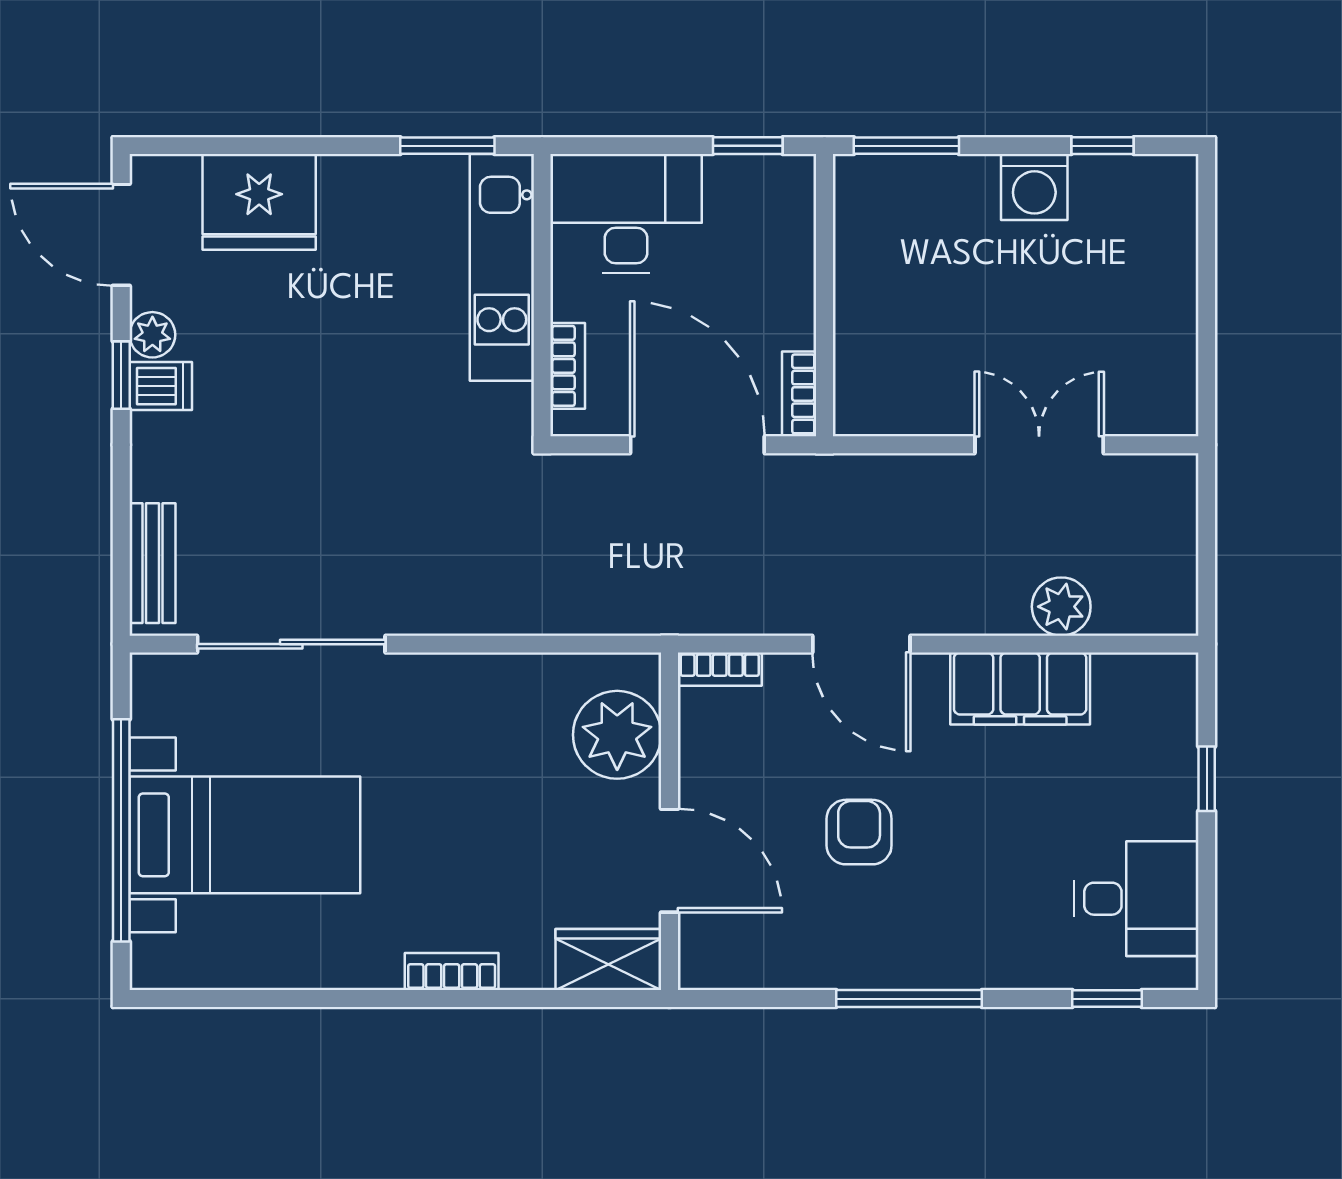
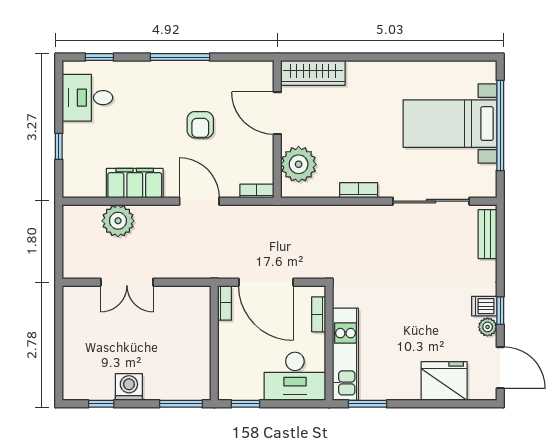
plant: (1061, 607) -> (118, 221), width x1.36, depth x1.36
wardrobe: (608, 960) -> (313, 73), width x1.50
bookcase: (452, 972) -> (359, 190), moved, turned 180

